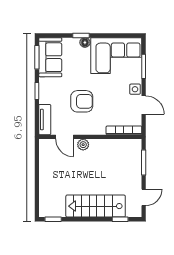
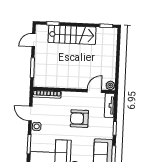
door: (65, 137) -> (94, 91), hinge flipped
plant: (83, 145) -> (110, 85), moved

